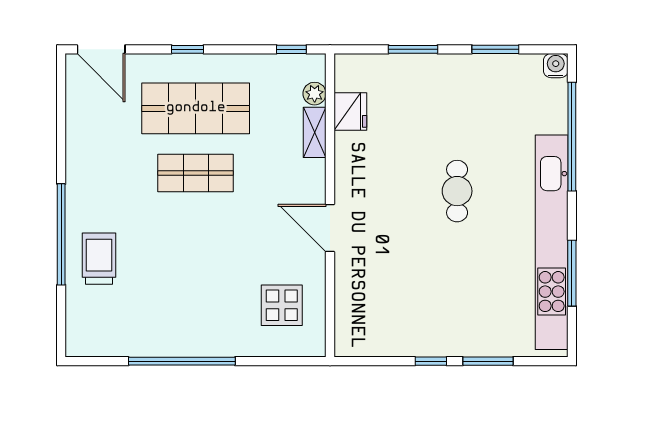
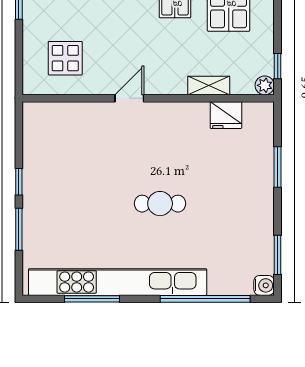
window: (495, 49) -> (278, 255), moved
plant: (315, 94) -> (265, 85), moved
door: (330, 228) -> (129, 98), width x0.73

